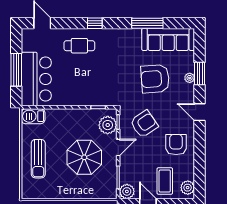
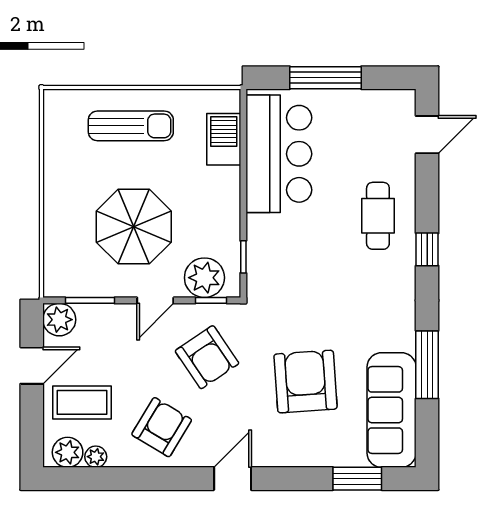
window: (200, 74) -> (357, 479), moved
plant: (190, 78) -> (96, 457), moved
bar counter: (36, 79) -> (279, 154), moved, turned -90
barbecue: (33, 116) -> (224, 139), moved
armchair: (176, 145) -> (162, 427), turned -59
door: (118, 147) -> (155, 300), hinge flipped
sun lounger: (38, 159) -> (131, 126), turned 180

